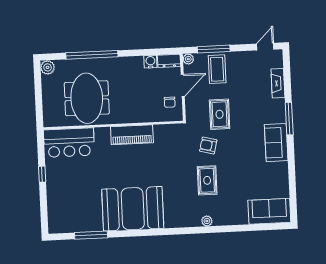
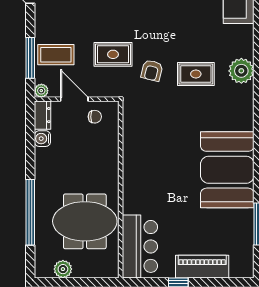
plant: (48, 67) -> (63, 269), moved
piano: (132, 135) -> (202, 267), moved, turned -90
plant: (207, 221) -> (241, 71), width x1.87, depth x1.87

